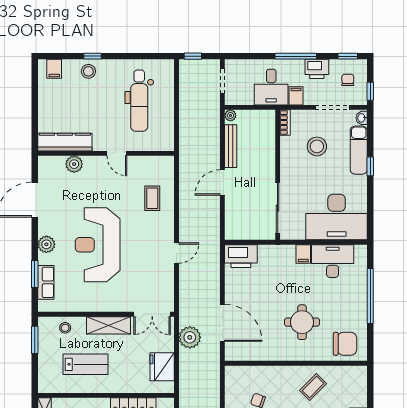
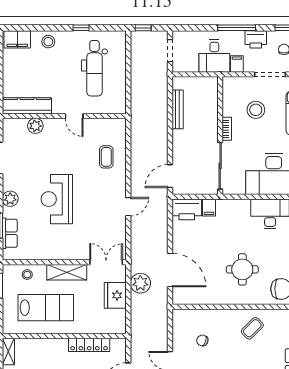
window: (92, 56) -> (81, 28), moved
filing cabinet: (54, 69) -> (17, 39), width x2.00
plant: (230, 115) -> (177, 82), removed
bookcase: (285, 122) -> (227, 129), moved
door: (222, 182) -> (170, 176), moved
reception desk: (98, 245) -> (57, 199), width x0.74, depth x0.77
filing cabinet: (303, 254) -> (209, 207), moved
double door: (152, 314) -> (106, 262), swing flipped
lab bench: (86, 364) -> (46, 308), width x1.36, depth x1.39
fridge: (162, 367) -> (115, 295), moved

